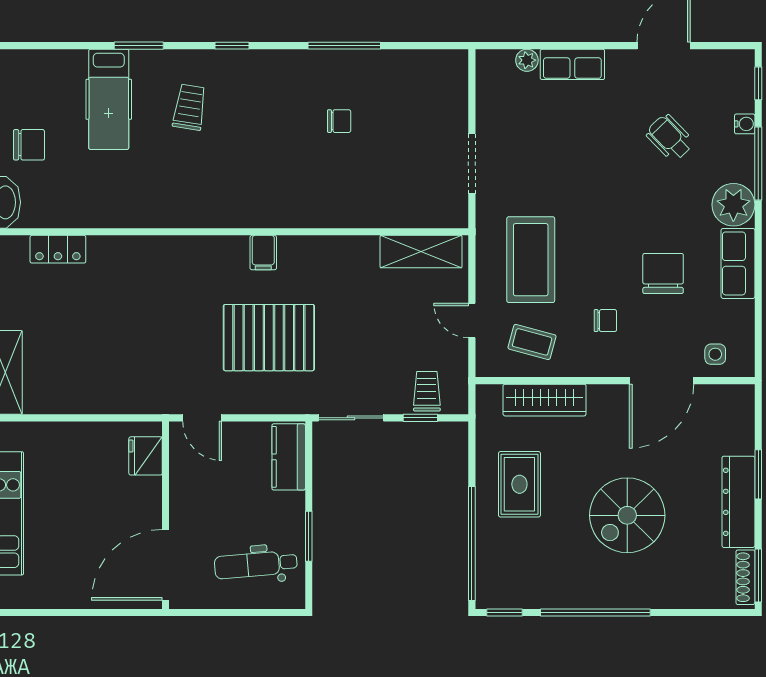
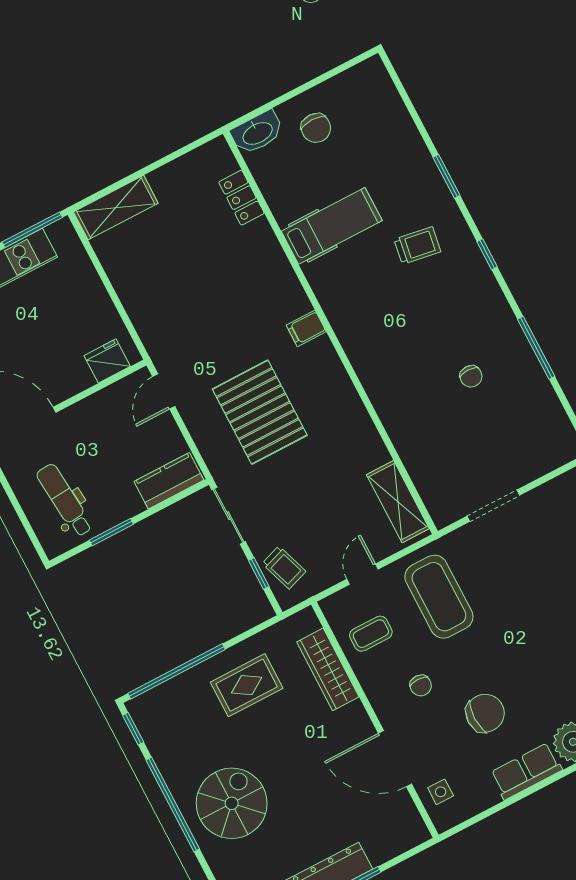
hospital bed: (109, 99) -> (332, 226), moved, turned 180
filing cabinet: (263, 253) -> (306, 328), moved
coffee table: (531, 260) -> (439, 597), turned 90
coffee table: (532, 342) -> (371, 634), turned 75
trolley: (427, 391) -> (284, 567), turned 71
spiral stairs: (627, 515) -> (232, 803), moved, turned 90

